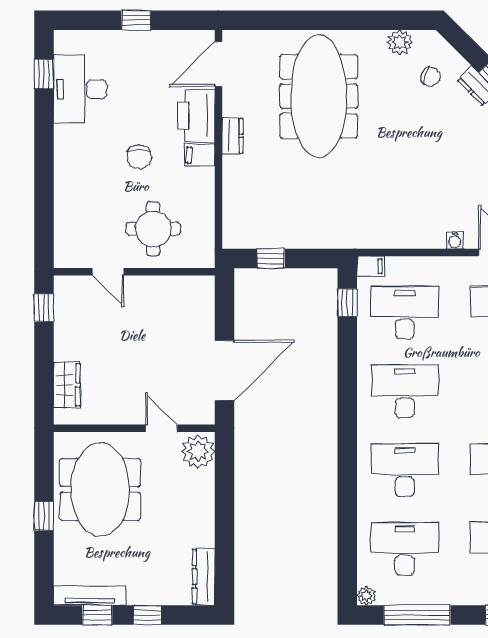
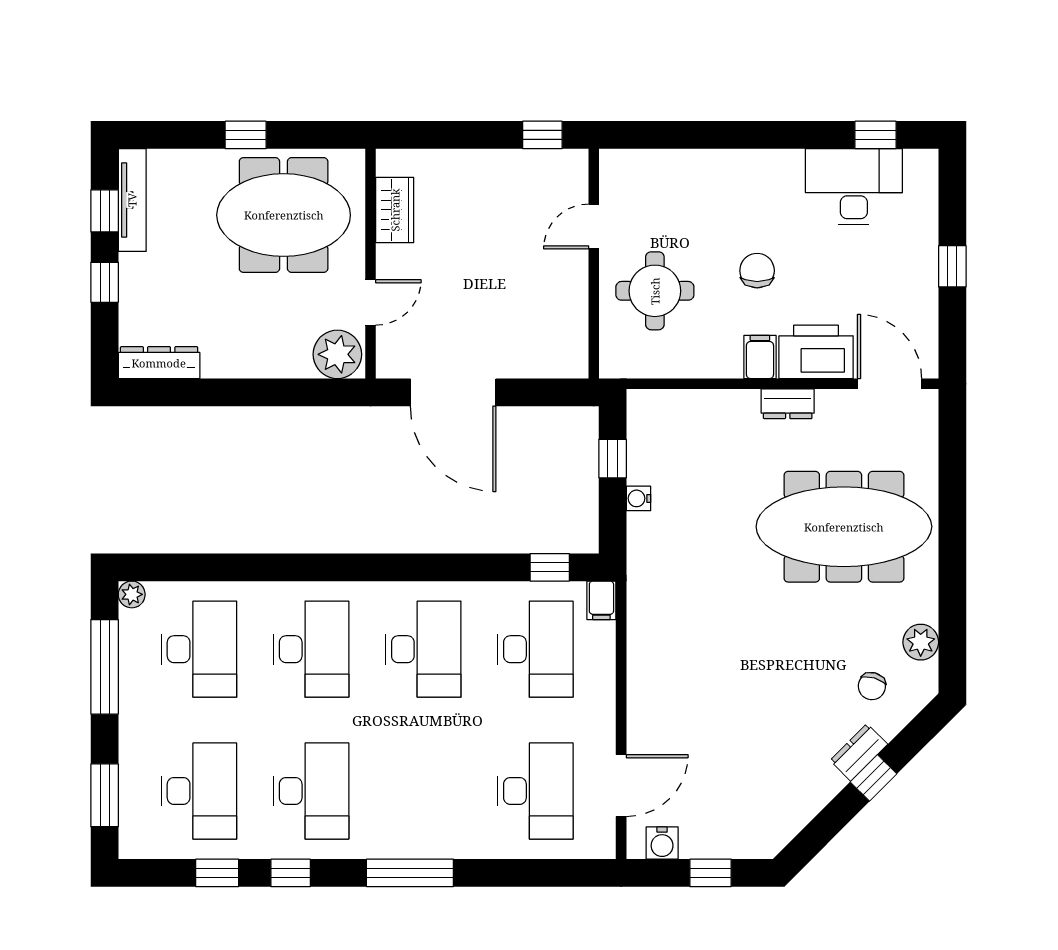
chair: (139, 157) -> (757, 271), turned 90
water cooler: (455, 240) -> (638, 498), moved
wardrobe: (67, 385) -> (395, 210), moved, turned -90

